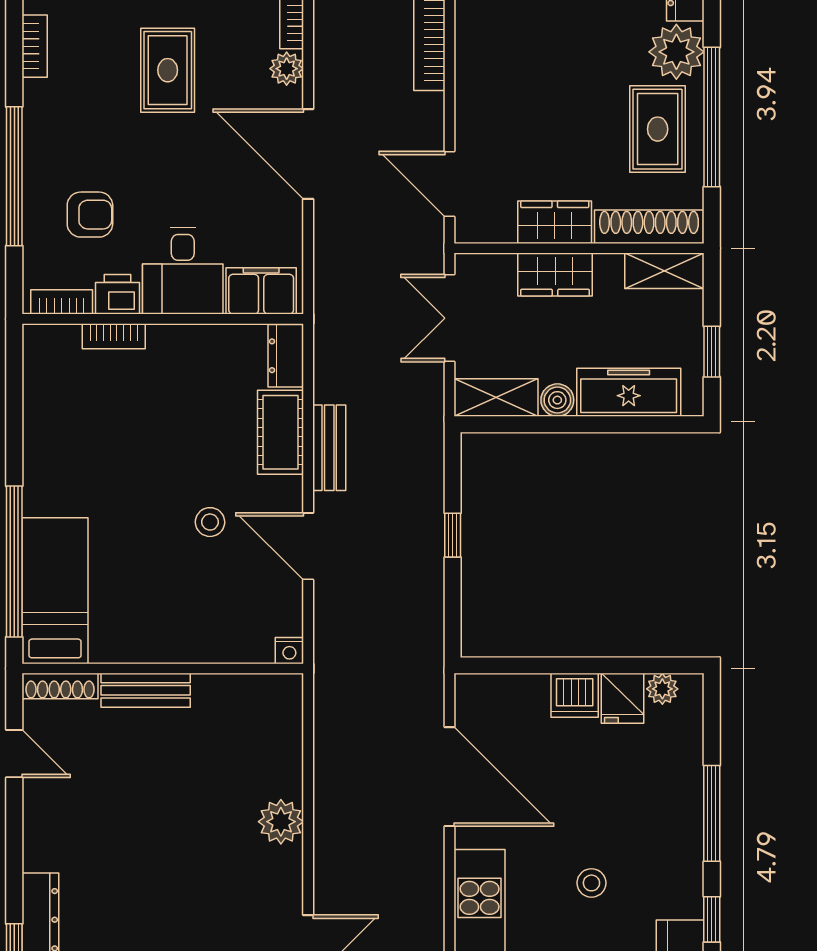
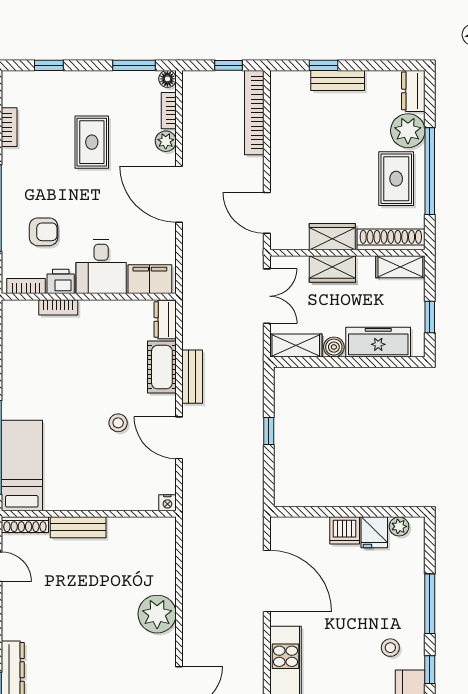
double door: (449, 318) -> (267, 296), swing flipped
plant: (281, 822) -> (157, 614), width x1.36, depth x1.36
stool: (591, 883) -> (390, 648), moved

